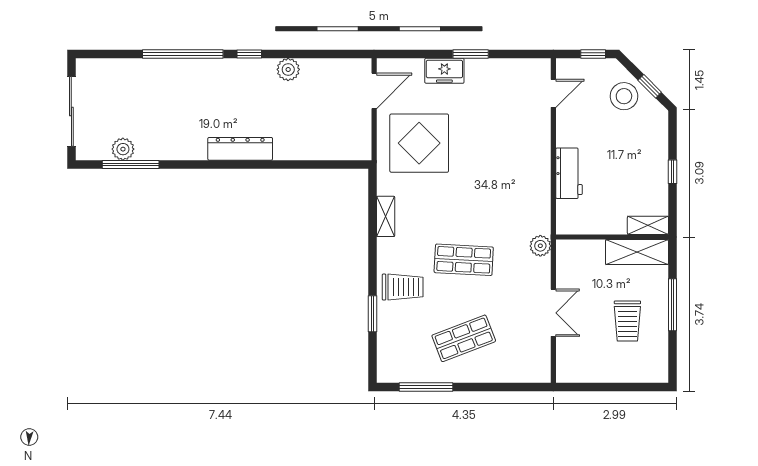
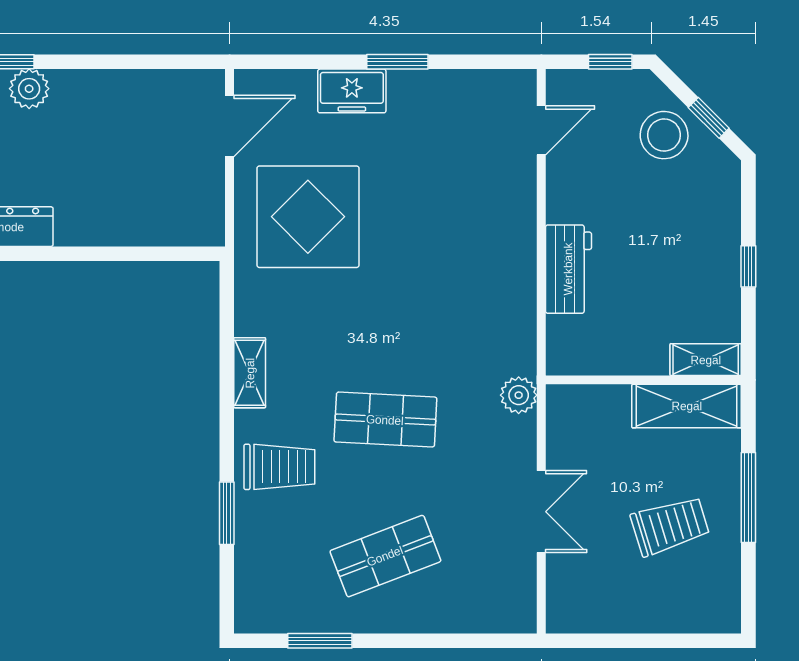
plant: (288, 69) -> (29, 89), moved
shelving: (386, 216) -> (250, 373), moved
trolley: (627, 321) -> (670, 526), turned -107
window: (426, 387) -> (320, 641), width x0.69

